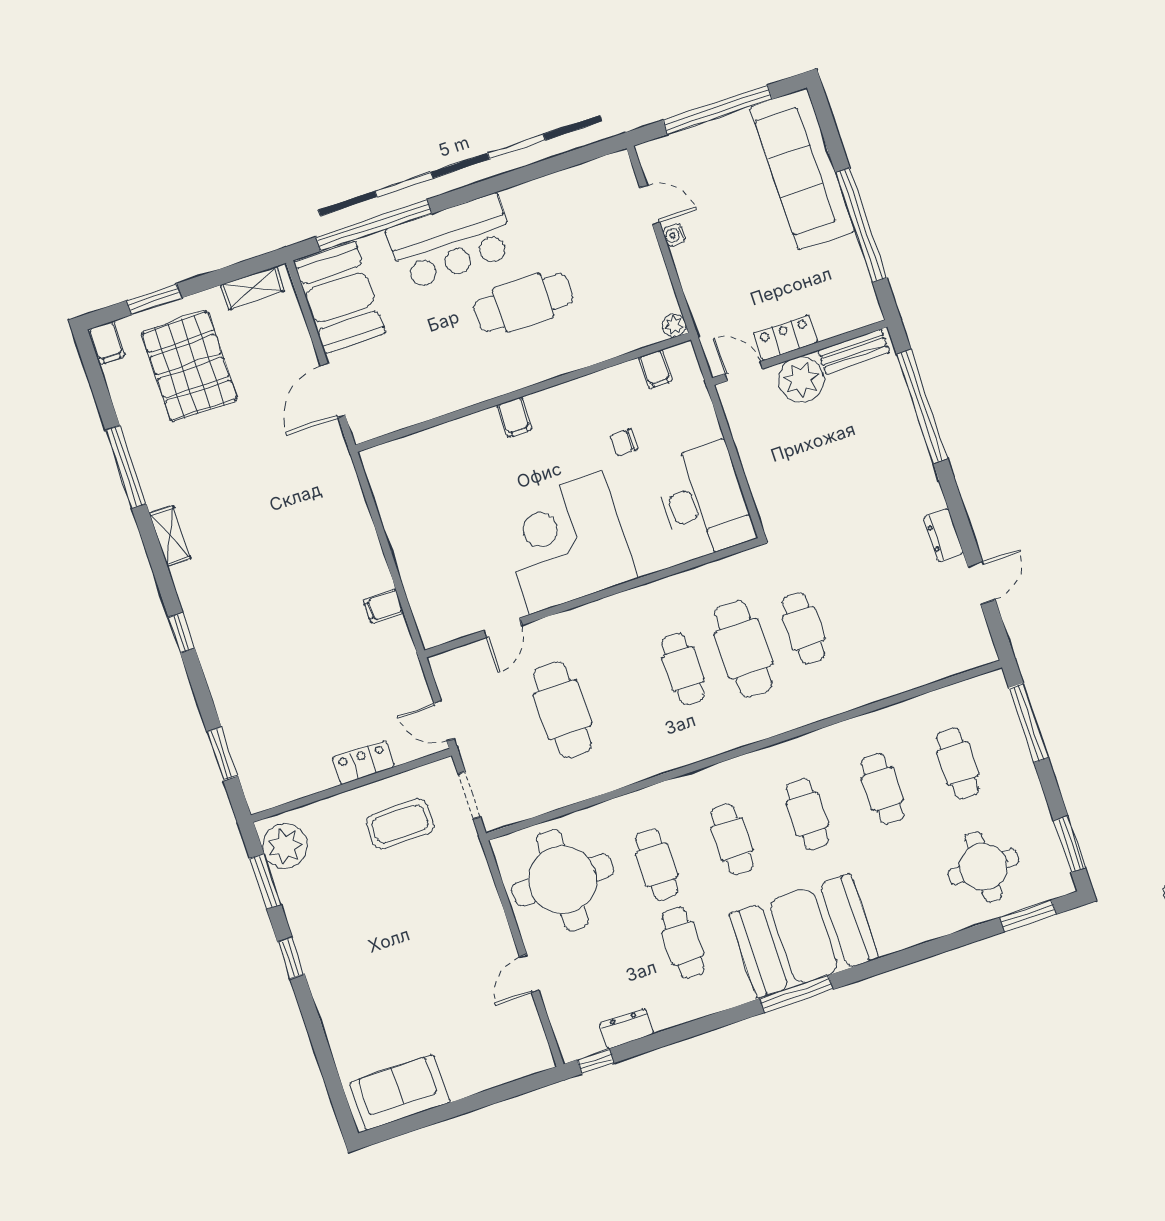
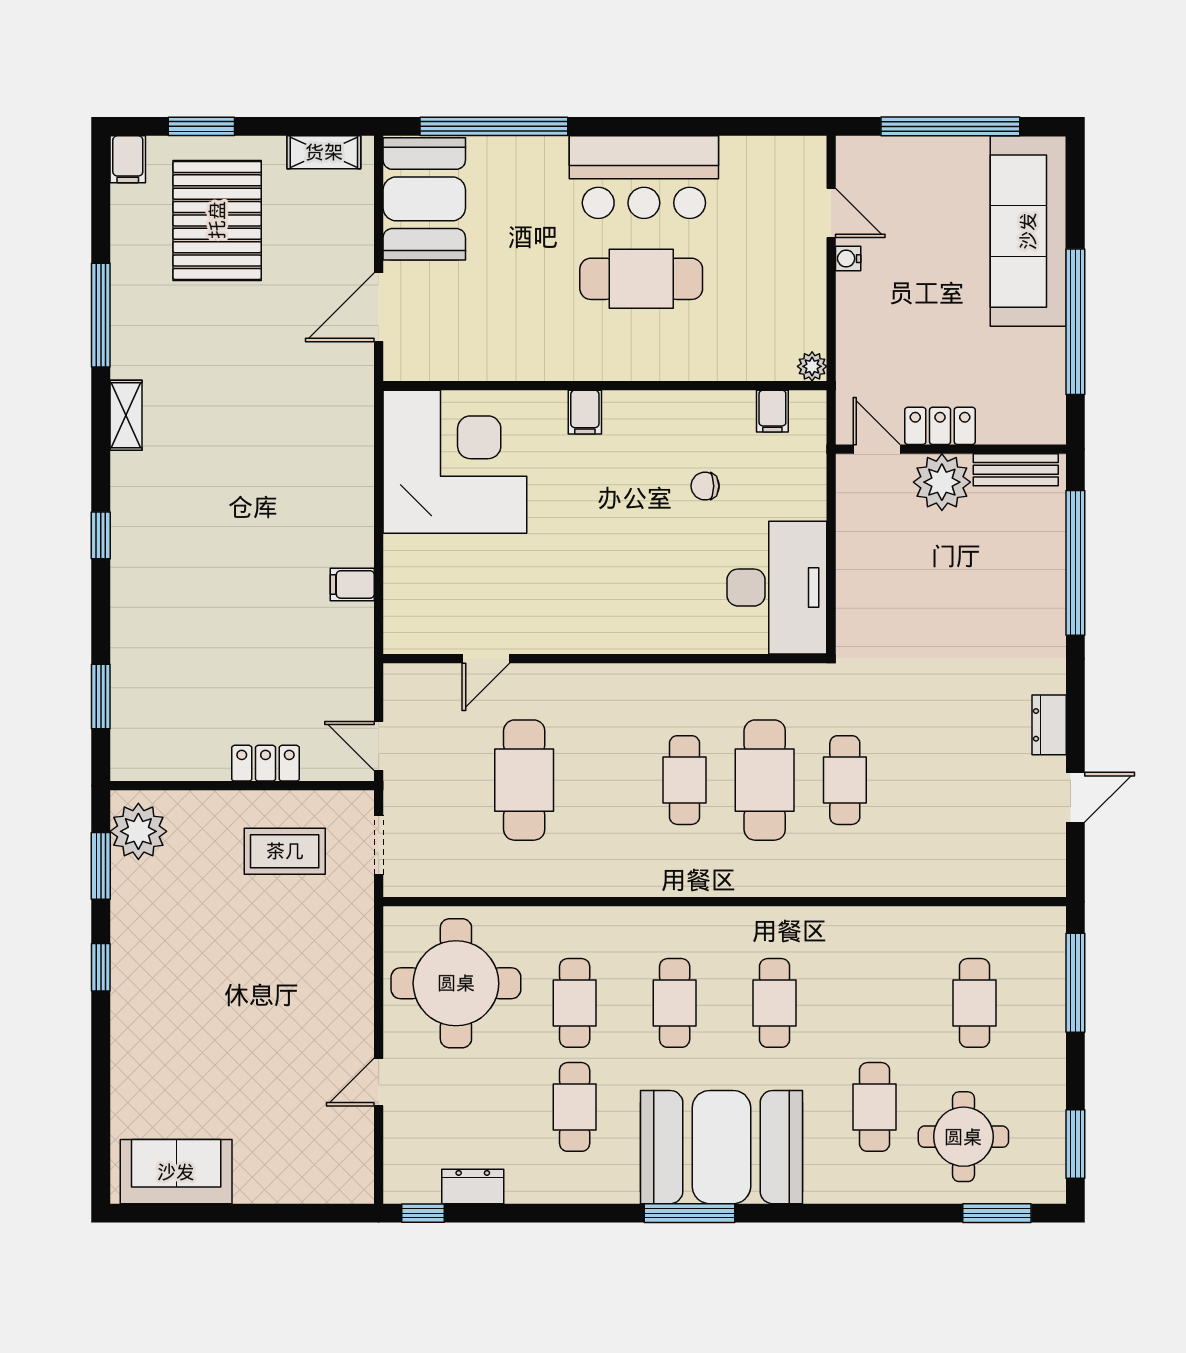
bar counter: (451, 242) -> (644, 177), moved
corner desk: (566, 543) -> (455, 462), moved, turned 90
cafe table: (882, 789) -> (875, 1107), moved

